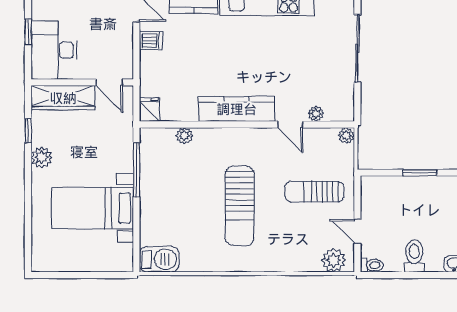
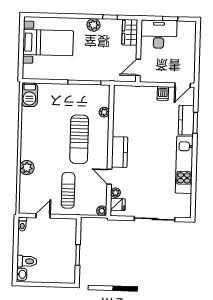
wardrobe: (63, 98) -> (130, 32), width x0.67
kitchen counter: (237, 109) -> (120, 152), width x0.67
fridge: (149, 110) -> (118, 205), moved
door: (290, 124) -> (109, 177), hinge flipped
sun lounger: (240, 206) -> (79, 139), moved, turned -90
bed with nightstands: (92, 208) -> (48, 43), moved, turned 90
toilet: (414, 256) -> (27, 261), moved
plant: (334, 260) -> (27, 168), moved

